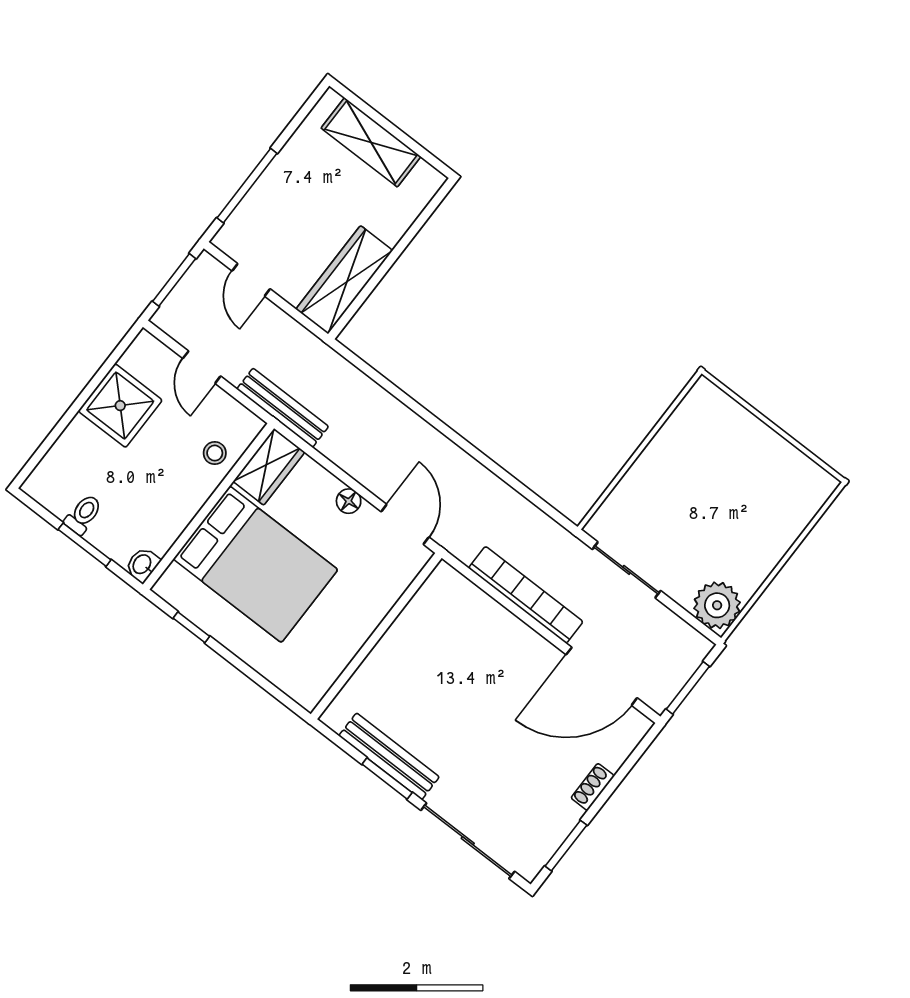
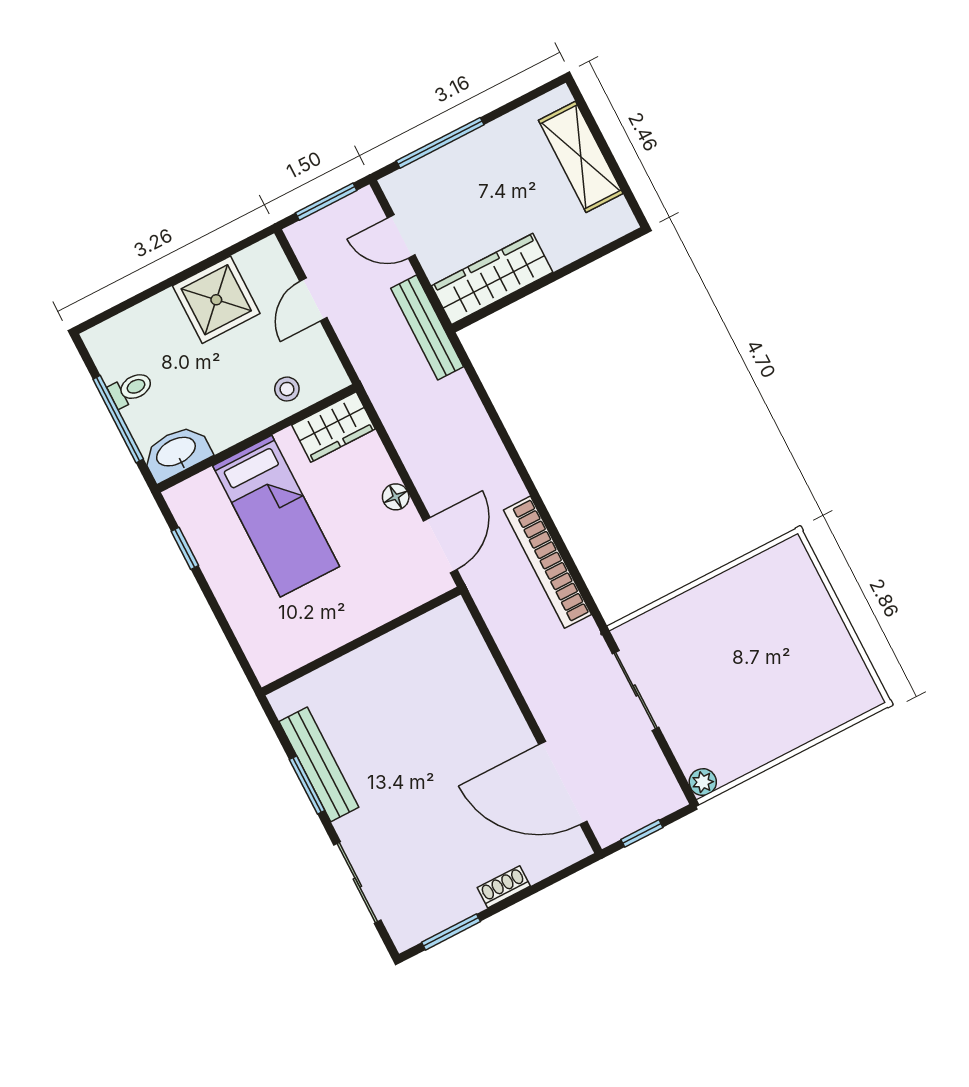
door: (251, 280) -> (401, 237), hinge flipped
bench: (283, 408) -> (427, 328), moved
window: (85, 545) -> (118, 419), width x1.44
bed: (255, 564) -> (276, 516), width x0.67
washbasin: (142, 565) -> (176, 453), width x1.91, depth x1.45
bookcase: (526, 595) -> (547, 562), moved, turned 180
plant: (717, 605) -> (703, 782), width x0.53, depth x0.53
window: (688, 688) -> (642, 833), width x0.67
sliding door: (468, 841) -> (357, 883), width x0.73

